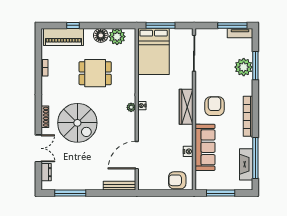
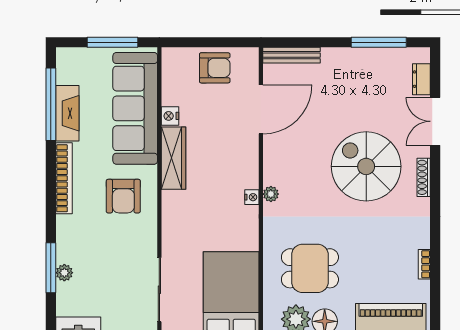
plant: (244, 67) -> (64, 273), width x0.53, depth x0.53
dining table: (95, 73) -> (310, 268), moved
wardrobe: (186, 107) -> (173, 158), moved
sofa: (205, 147) -> (135, 108), width x1.36, depth x1.27
fireplace: (246, 164) -> (67, 113), moved
armchair: (177, 180) -> (215, 68), moved

